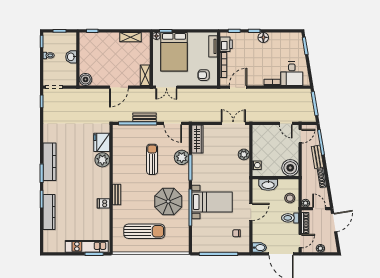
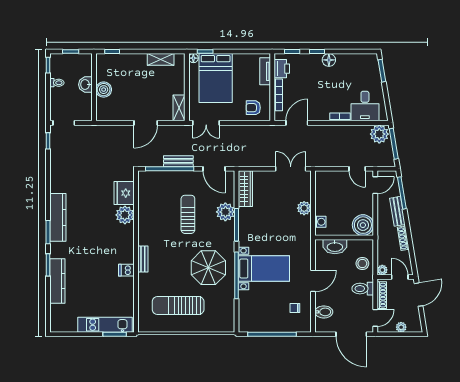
boiler: (86, 79) -> (104, 90), moved
plant: (303, 96) -> (379, 134), added
sun lounger: (144, 231) -> (178, 306), turned 180
bidet: (259, 248) -> (324, 312), moved

